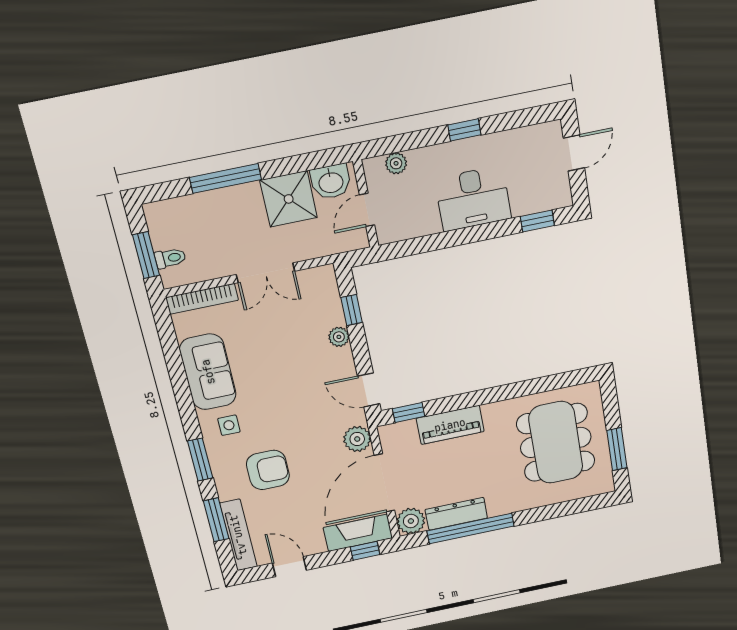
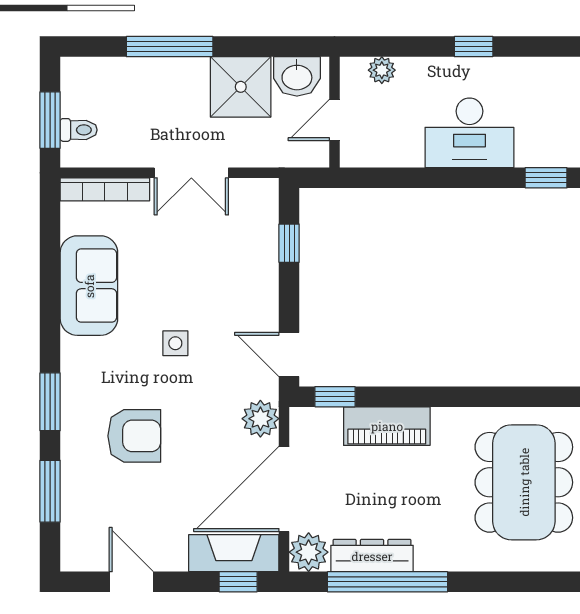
plant: (339, 337) -> (266, 275), removed
side table: (229, 425) -> (175, 343), moved
tv unit: (238, 535) -> (74, 520), removed

